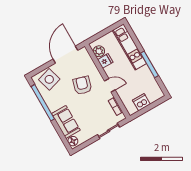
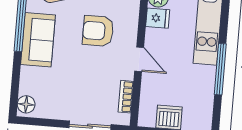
armchair: (82, 85) -> (98, 31), turned -106
sofa: (66, 122) -> (38, 40), moved

